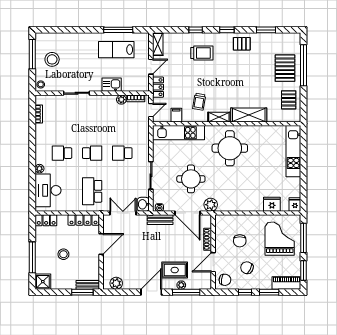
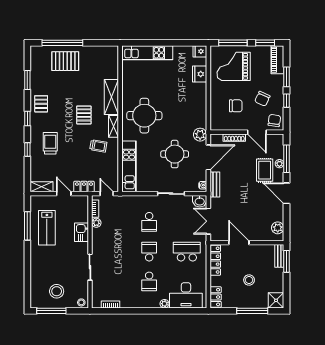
pallet: (289, 100) -> (84, 115), moved, turned 90
filing cabinet: (176, 115) -> (112, 169), removed
school desk: (92, 191) -> (187, 252), turned 180

